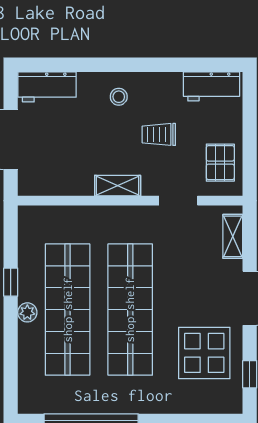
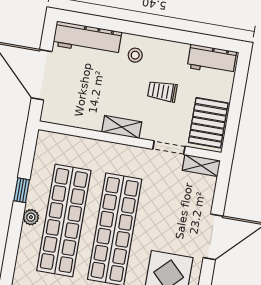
workbench: (47, 87) -> (87, 39), width x1.37
pallet: (220, 163) -> (208, 123), width x1.50, depth x1.42
shelving: (233, 236) -> (201, 165), moved, turned 90

